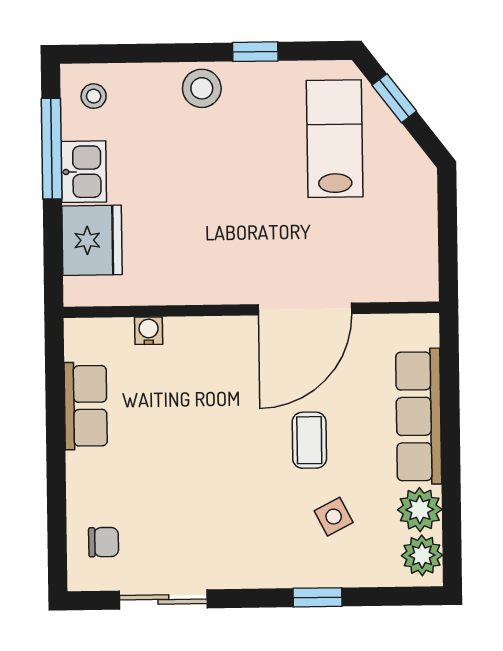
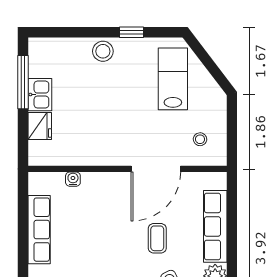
stool: (94, 96) -> (200, 139), moved
window: (394, 98) -> (205, 58), removed
fridge: (92, 240) -> (40, 126), width x0.73, depth x0.75
row of seats: (86, 406) -> (39, 230), width x1.48

